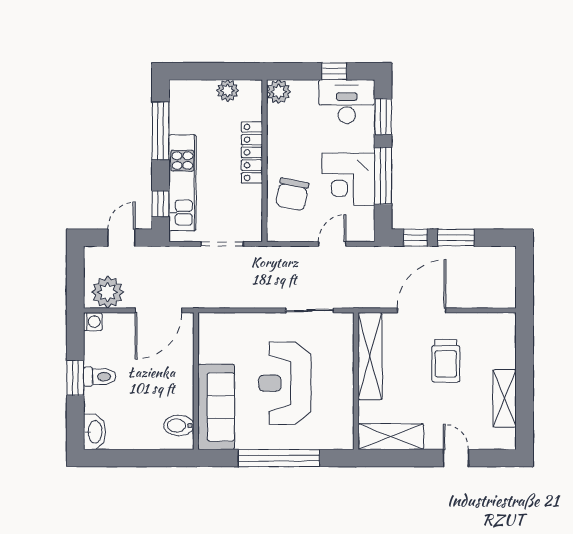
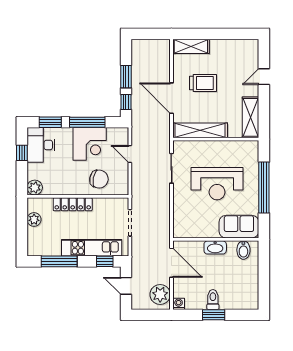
shelving: (505, 398) -> (191, 46), moved
sofa: (216, 407) -> (239, 227), width x0.73
washbasin: (94, 432) -> (215, 247), moved, turned 180

